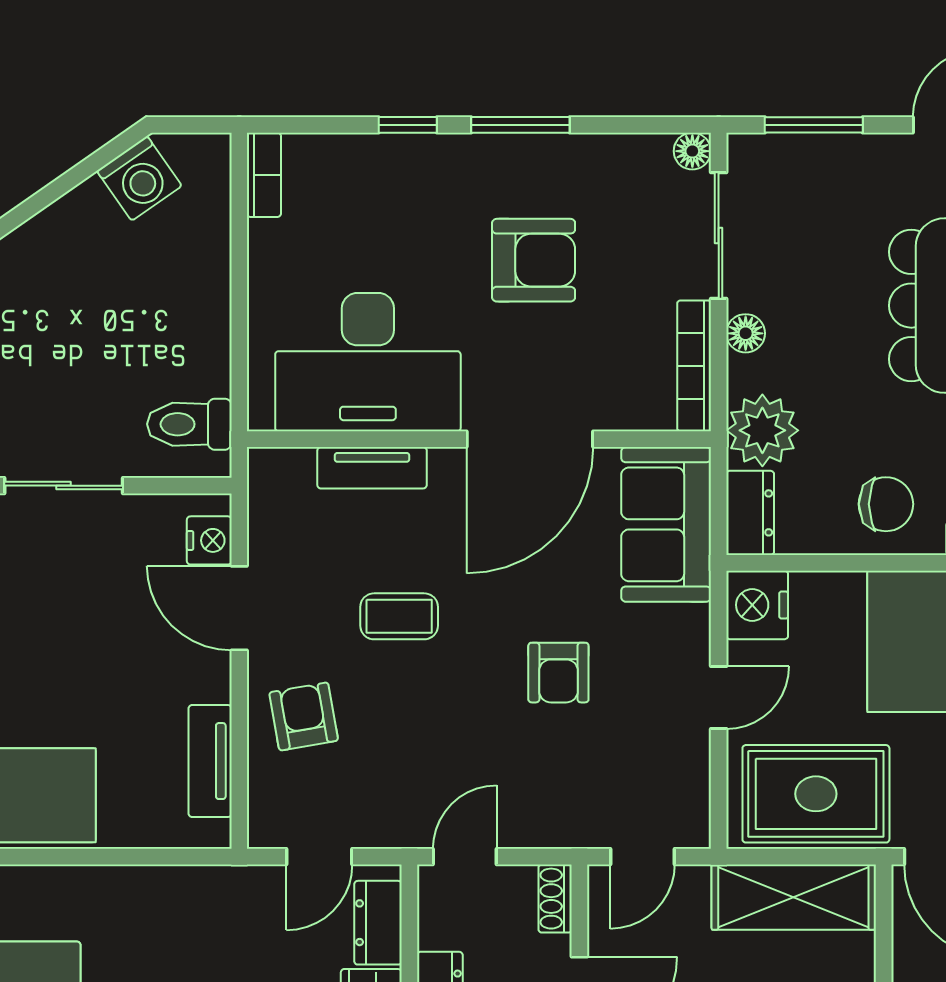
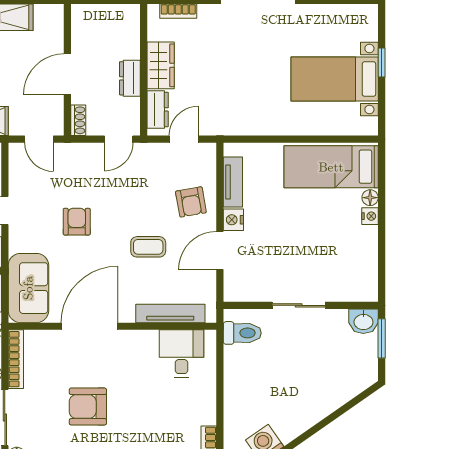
desk: (368, 362) -> (181, 354), width x0.53, depth x0.77
tv unit: (372, 468) -> (170, 313), width x1.41
nightstand: (209, 540) -> (233, 220), moved
door: (239, 608) -> (220, 251), swing flipped
door: (642, 857) -> (39, 139), swing flipped

